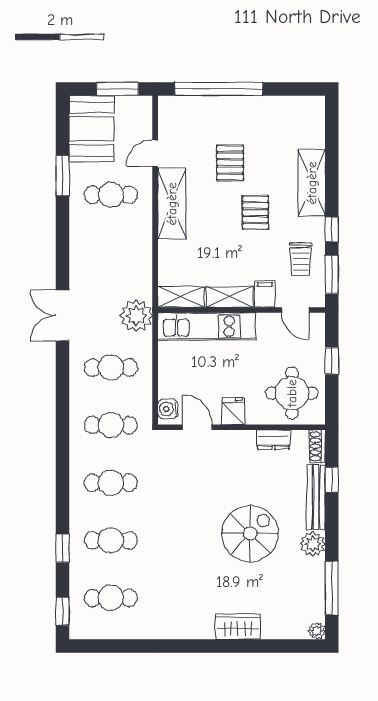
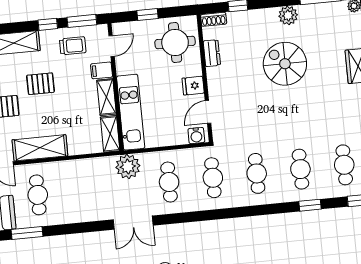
bench: (316, 497) -> (252, 16), removed

